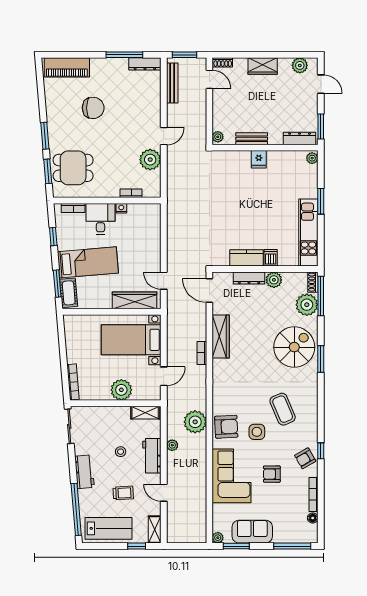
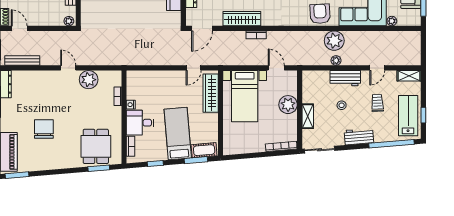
door: (209, 79) -> (19, 28), hinge flipped
window: (45, 136) -> (17, 175), moved
shelving: (145, 413) -> (308, 116), moved
plant: (195, 422) -> (334, 41), moved
plant: (218, 538) -> (392, 21), moved
window: (137, 546) -> (423, 115), moved

